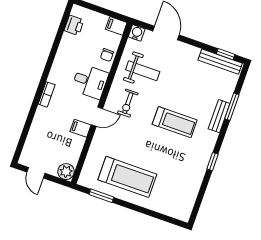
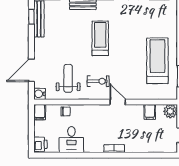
printer: (74, 25) -> (40, 144), moved, turned 90
desk: (90, 81) -> (71, 140), moved, turned 180
filing cabinet: (80, 128) -> (150, 112), moved

